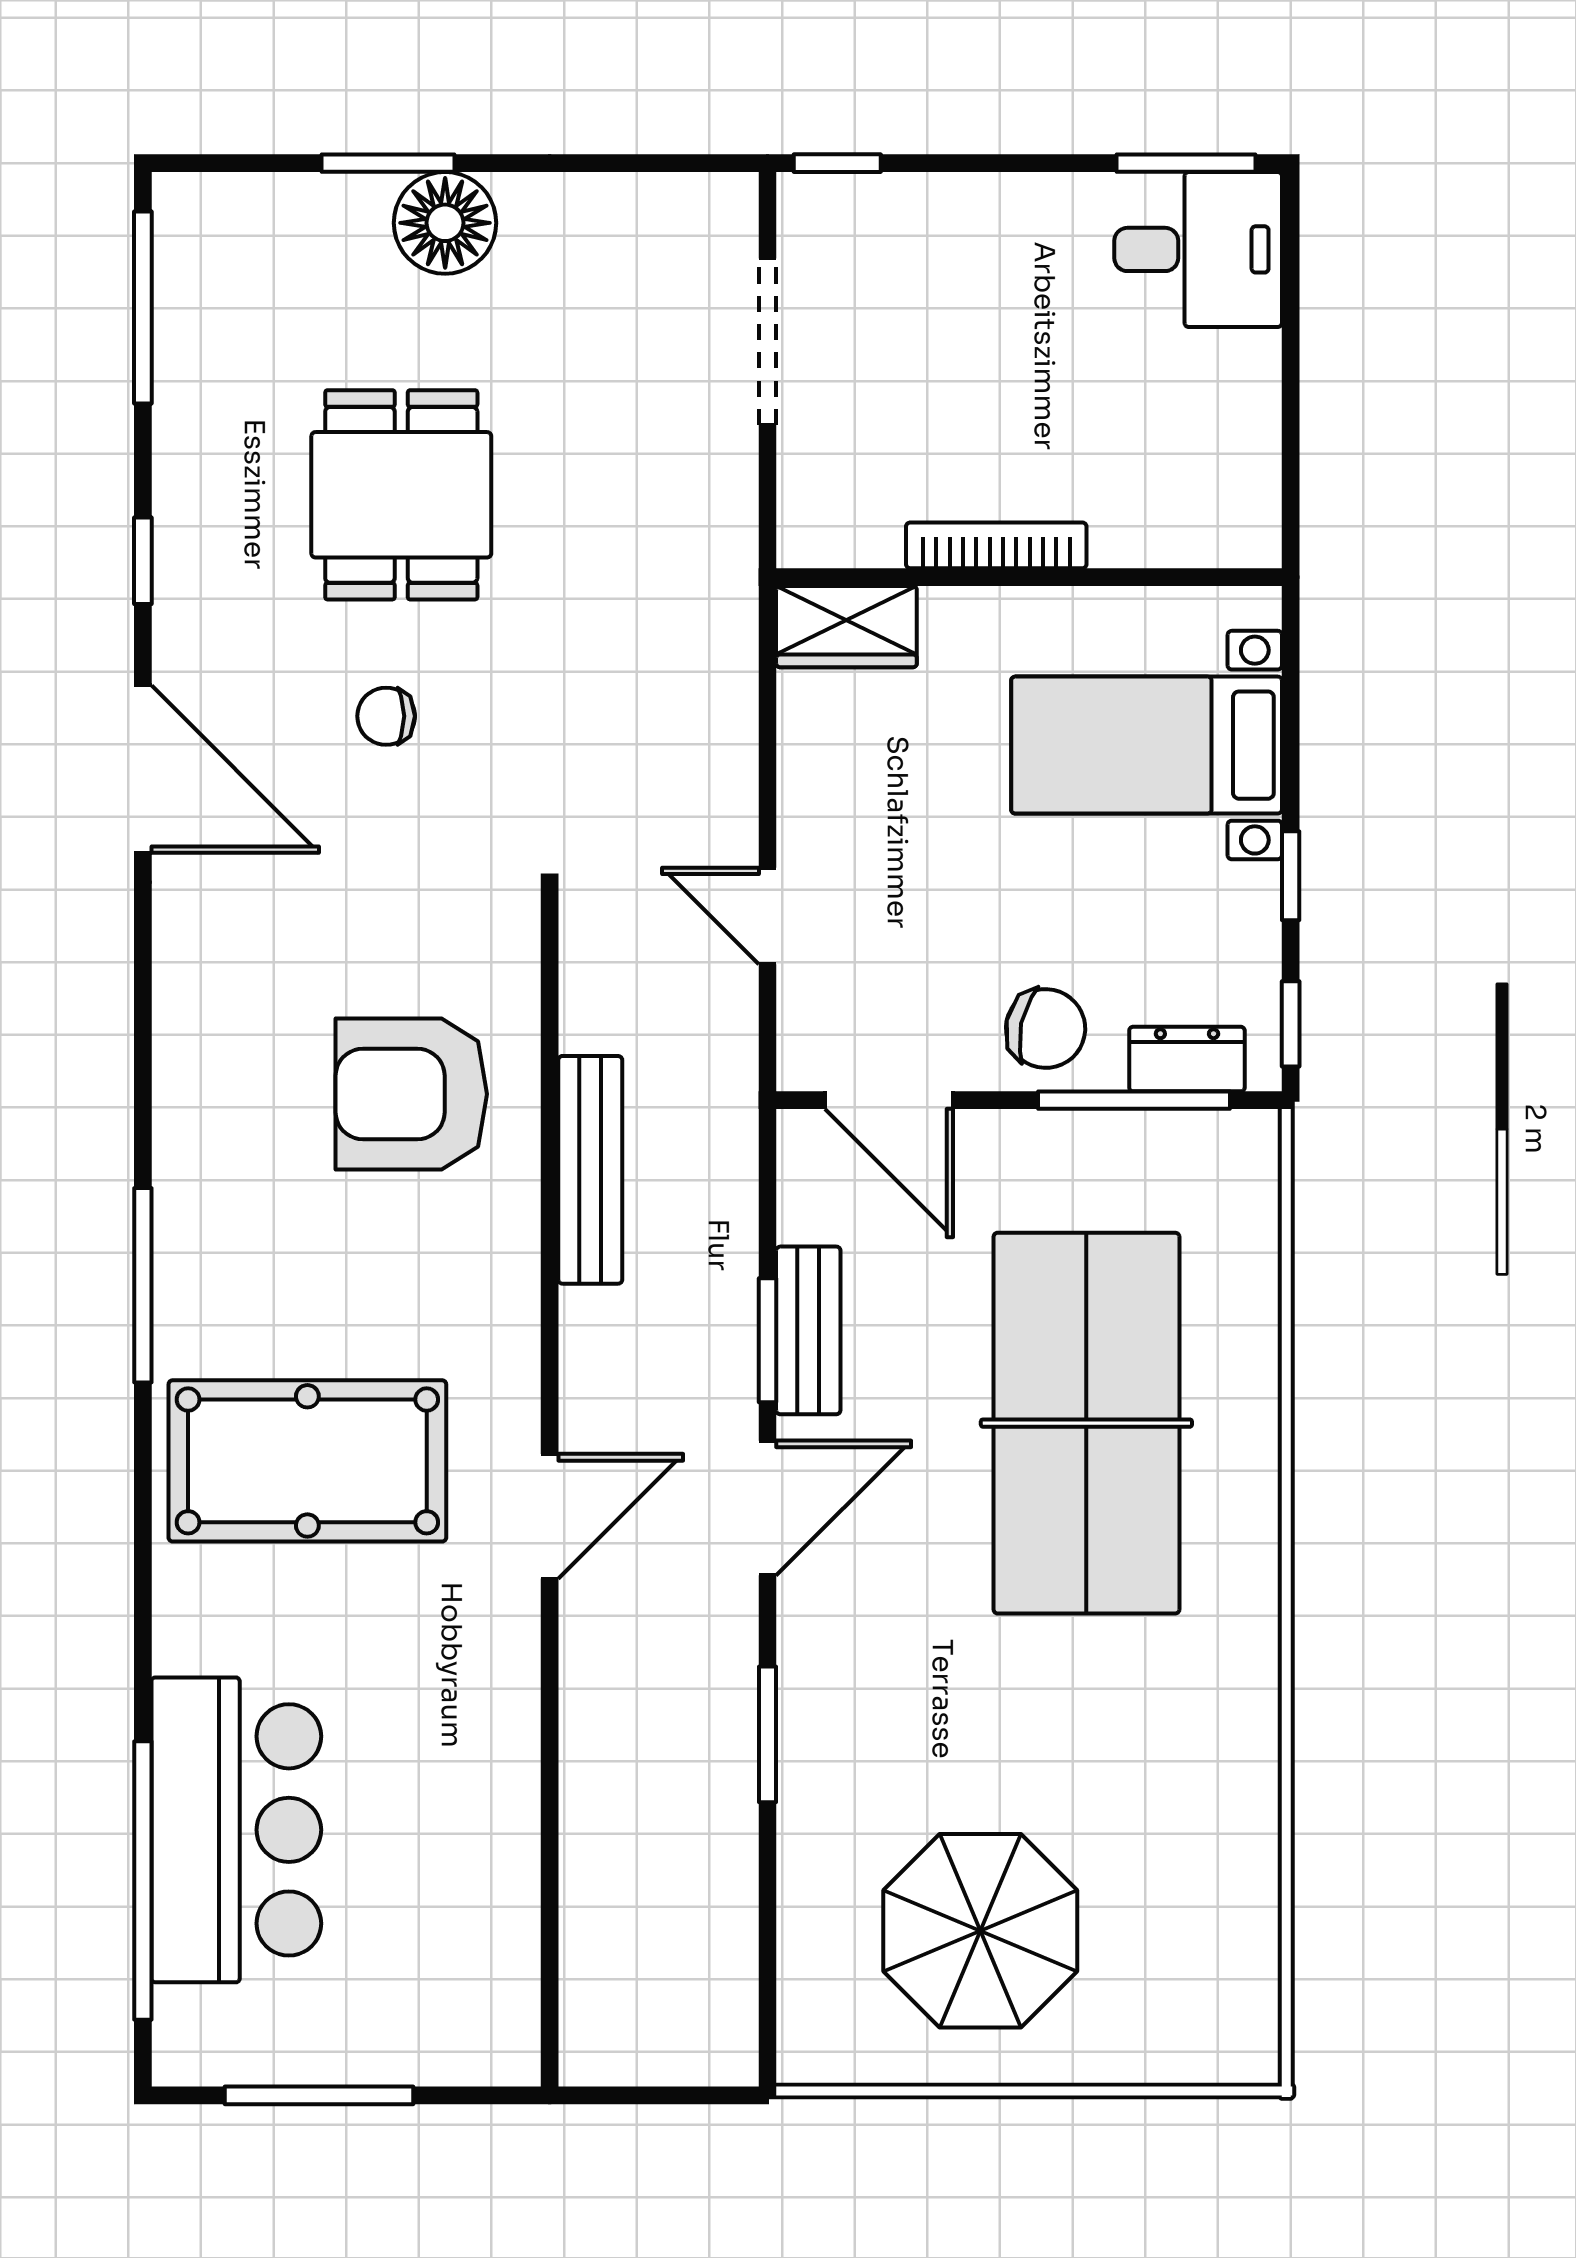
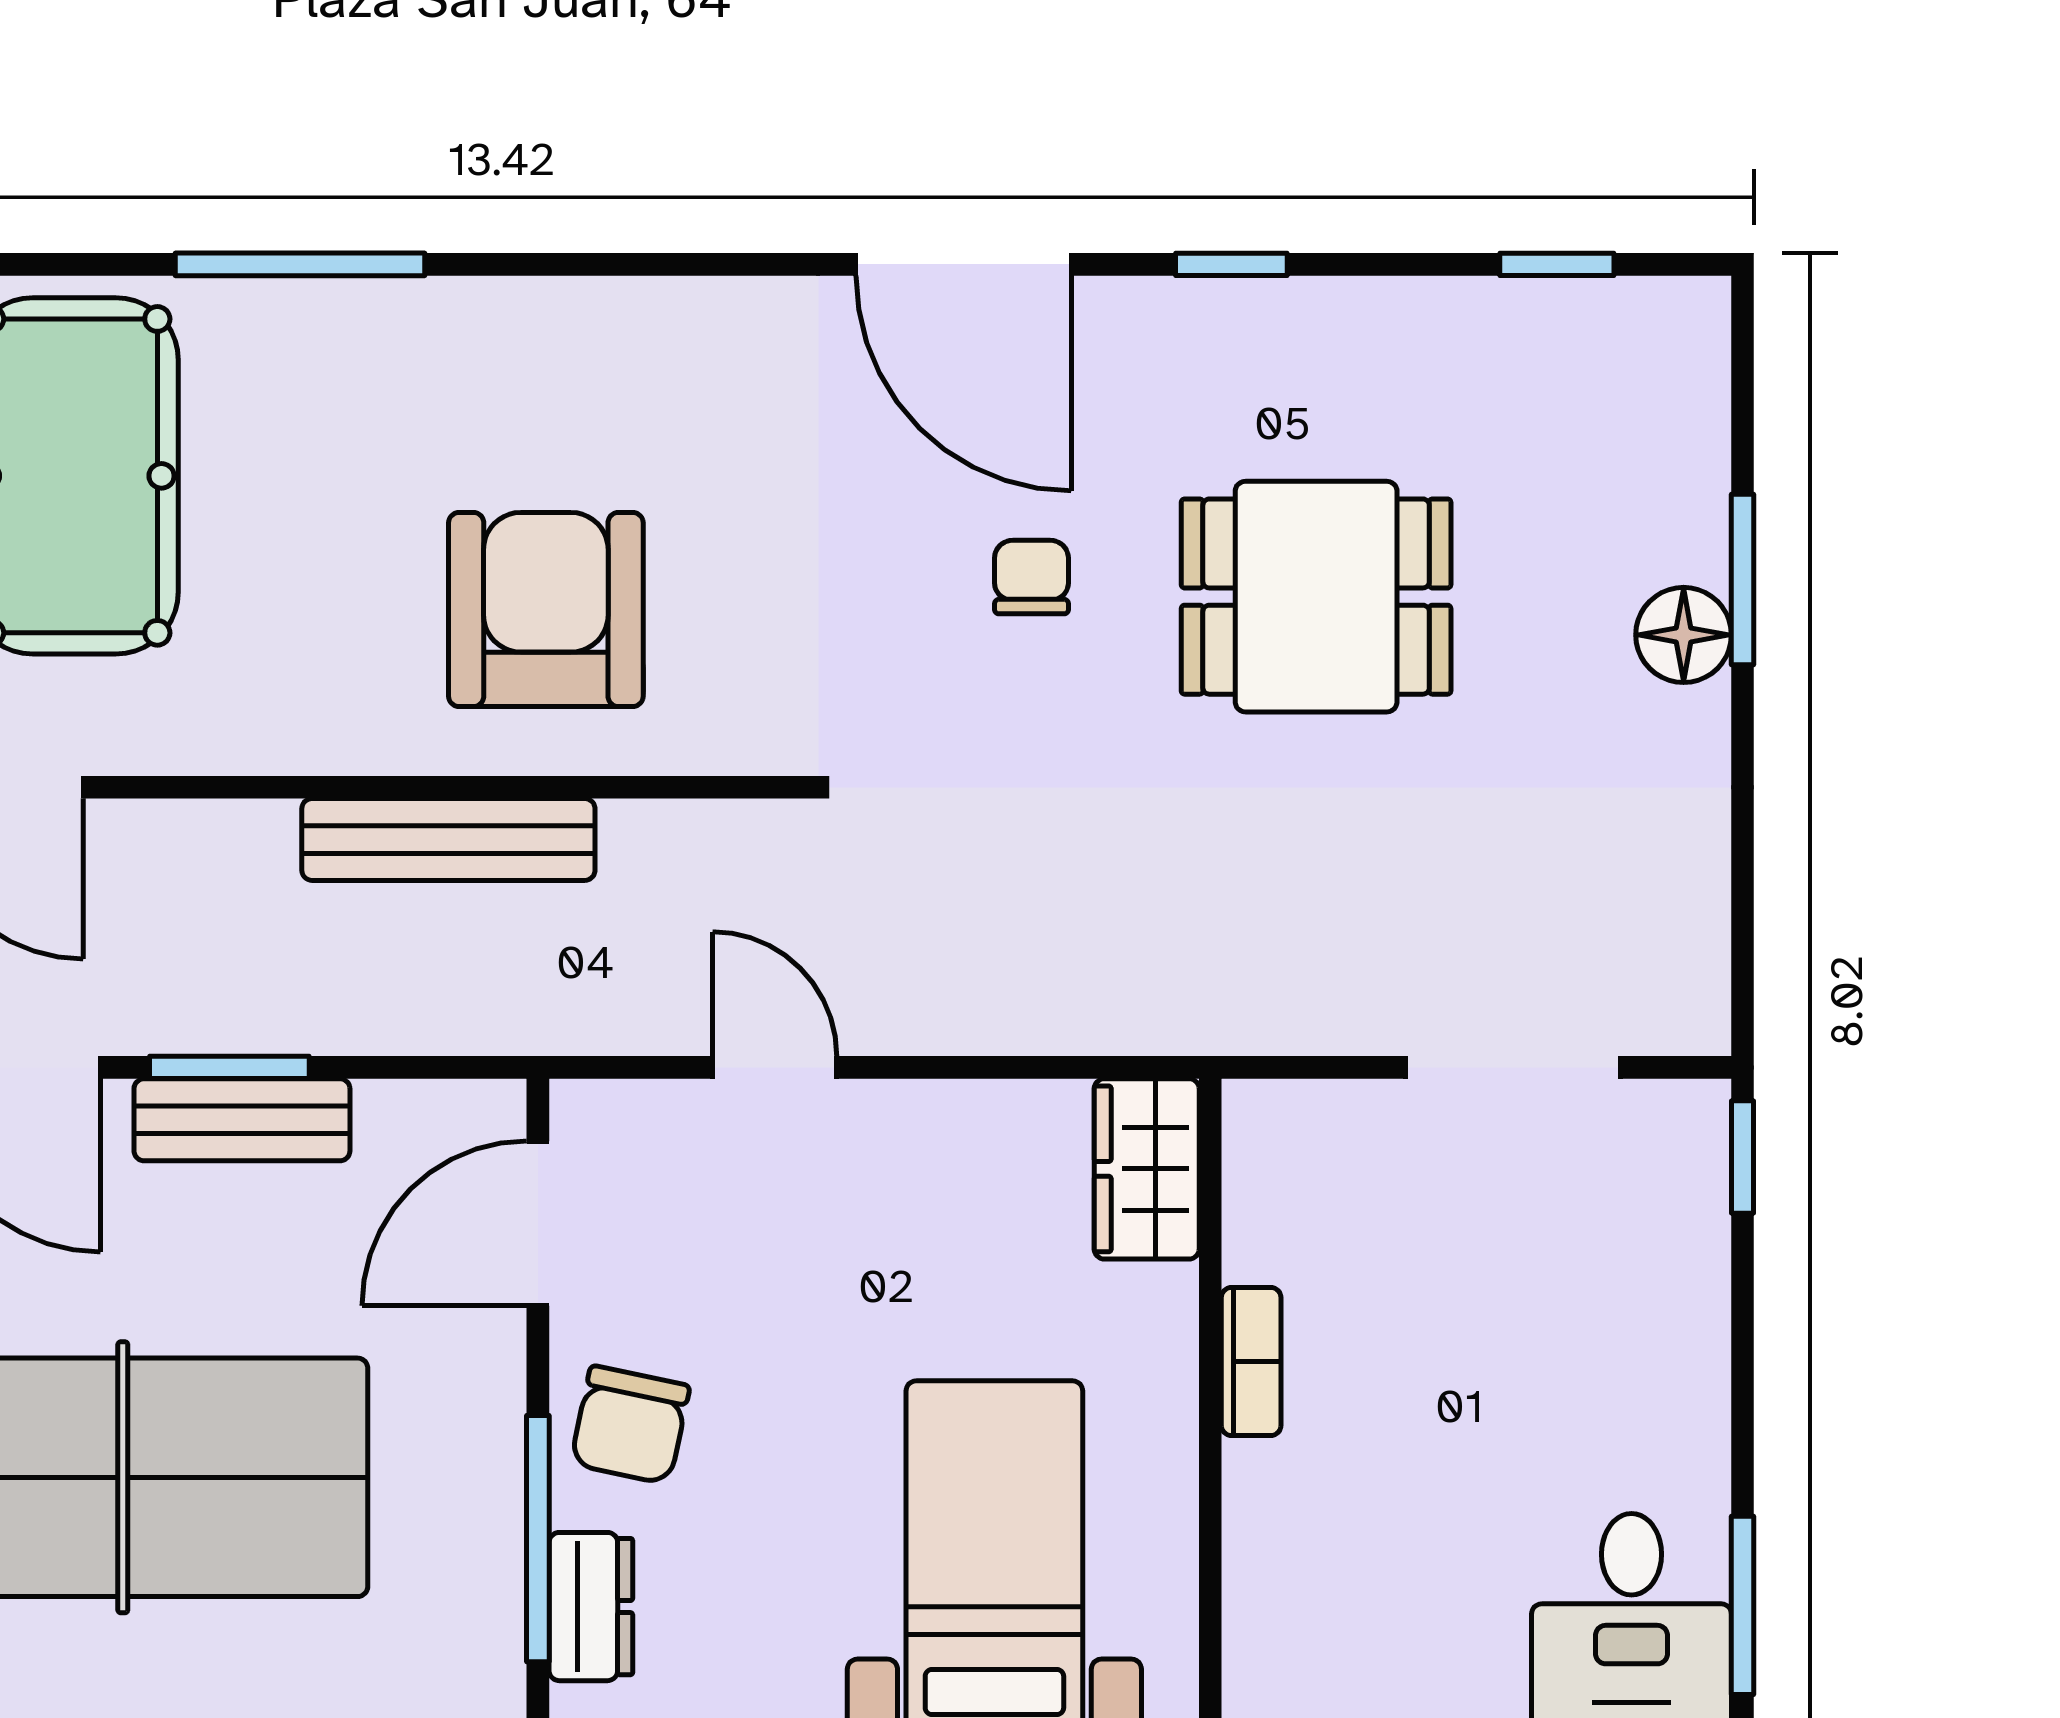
floor lamp: (445, 223) -> (1684, 635), width x0.73, depth x0.73
window: (143, 307) -> (1557, 264), width x0.46
bookcase: (996, 545) -> (1251, 1361), width x0.64
door: (143, 769) -> (963, 264), hinge flipped
door: (768, 916) -> (775, 1067), hinge flipped

